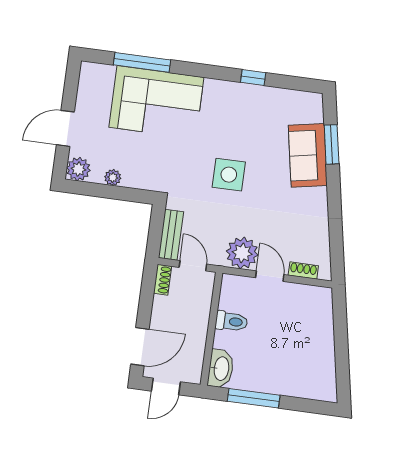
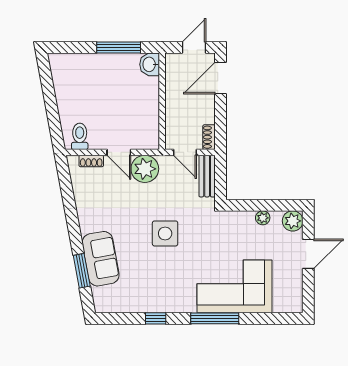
window: (142, 62) -> (215, 318), moved
toilet: (231, 321) -> (80, 136), moved, turned 90
washbasin: (221, 369) -> (150, 64), width x0.72

